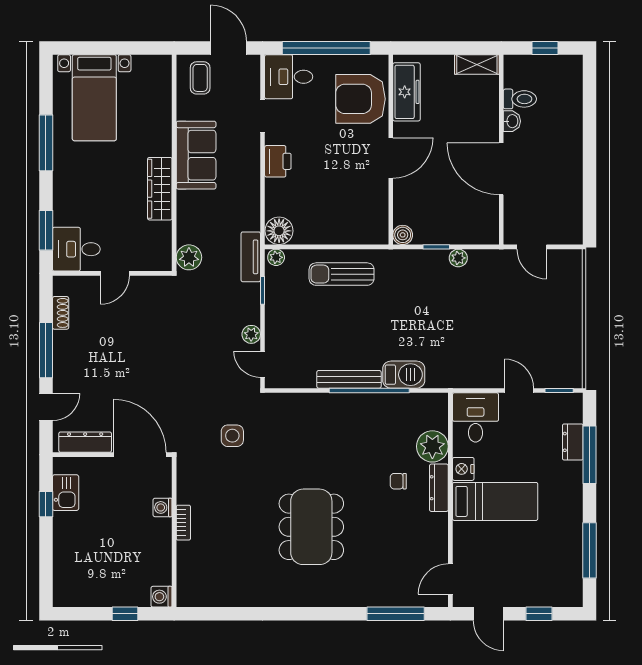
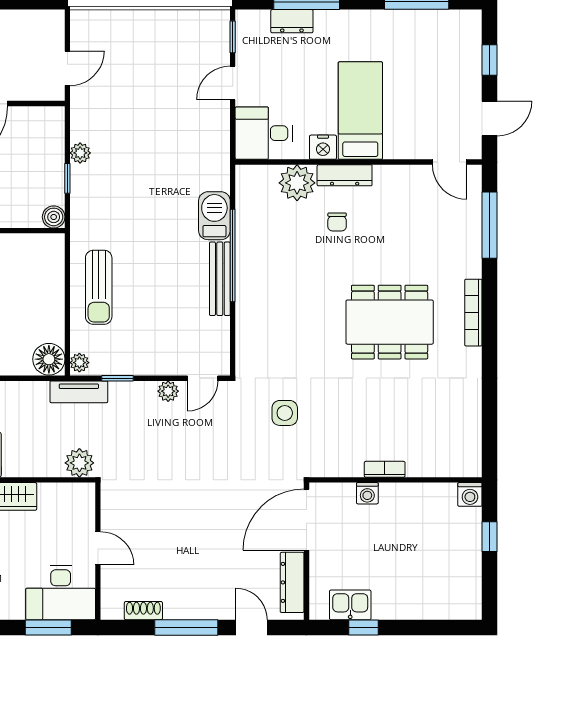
desk: (76, 249) -> (61, 593), width x1.37
bookcase: (320, 600) -> (473, 313), added

